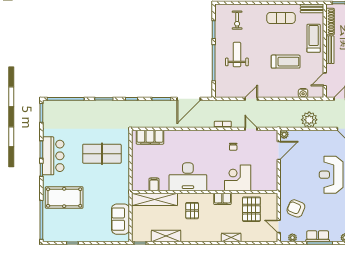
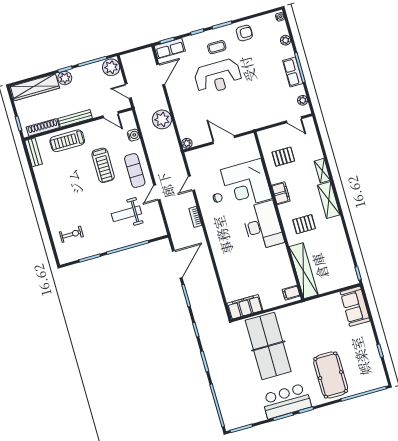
exercise mat: (281, 18) -> (135, 171), moved
weight bench: (237, 55) -> (126, 214), moved
treadmill: (286, 62) -> (103, 165), turned 180
door: (189, 99) -> (177, 264), hinge flipped
door: (251, 99) -> (157, 193), hinge flipped
filing cabinet: (150, 137) -> (245, 307), moved, turned -90
door: (279, 150) -> (224, 140), moved
table tennis table: (102, 154) -> (268, 346), width x1.36, depth x1.32
desk: (188, 177) -> (263, 226), moved
corner desk: (238, 178) -> (246, 184), width x1.36, depth x1.36
filing cabinet: (154, 184) -> (291, 293), moved
armchair: (296, 208) -> (268, 106), removed
pallet: (251, 209) -> (283, 157), width x0.67, depth x0.71
sofa: (120, 219) -> (355, 306), moved, turned 90
door: (279, 226) -> (294, 120), hinge flipped
shelving: (166, 236) -> (329, 200), moved

